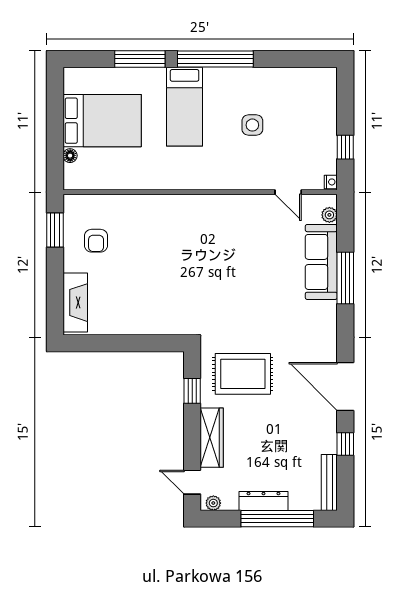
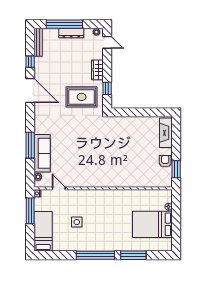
bed: (185, 107) -> (43, 231), moved
window: (345, 147) -> (30, 211), width x2.17
armchair: (96, 241) -> (165, 161), moved
wardrobe: (212, 438) -> (97, 70), width x0.67

